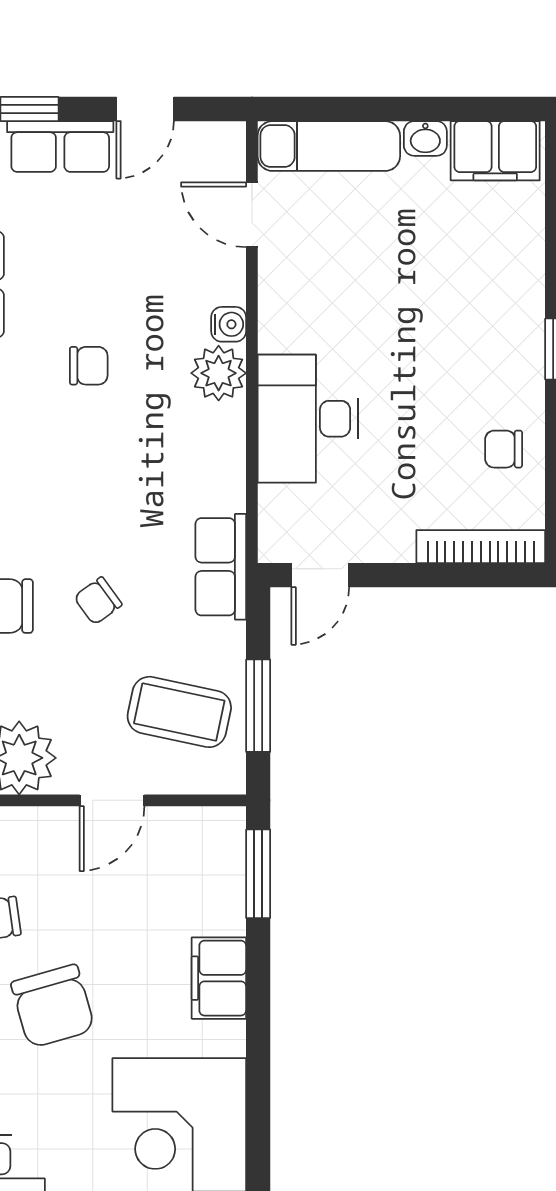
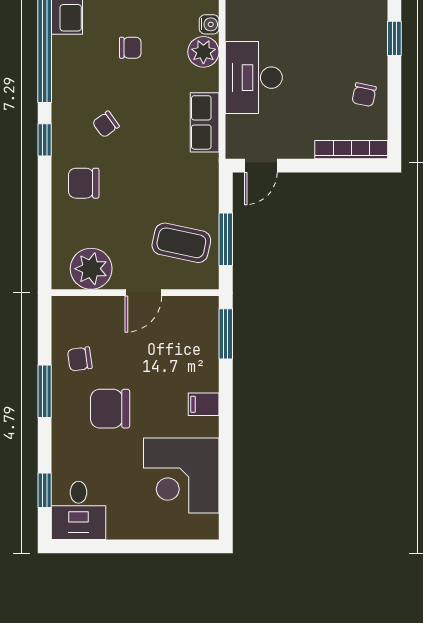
chair: (504, 449) -> (364, 95), turned -78
row of seats: (221, 567) -> (205, 122), moved
chair: (98, 601) -> (106, 124), moved
filing cabinet: (219, 978) -> (204, 404), width x0.50
chair: (53, 1006) -> (110, 409), turned 106

